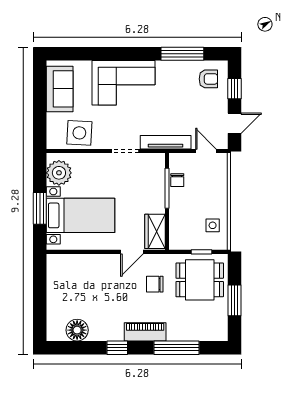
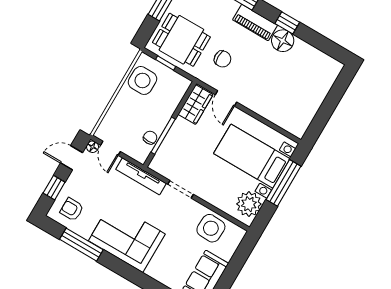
corner sofa: (124, 83) -> (127, 237), moved
floor lamp: (222, 143) -> (93, 147), added
window: (40, 208) -> (284, 183), width x1.44
side table: (213, 225) -> (143, 80), width x1.87, depth x1.87
door: (132, 252) -> (226, 98), swing flipped
floor lamp: (77, 330) -> (283, 41), moved

